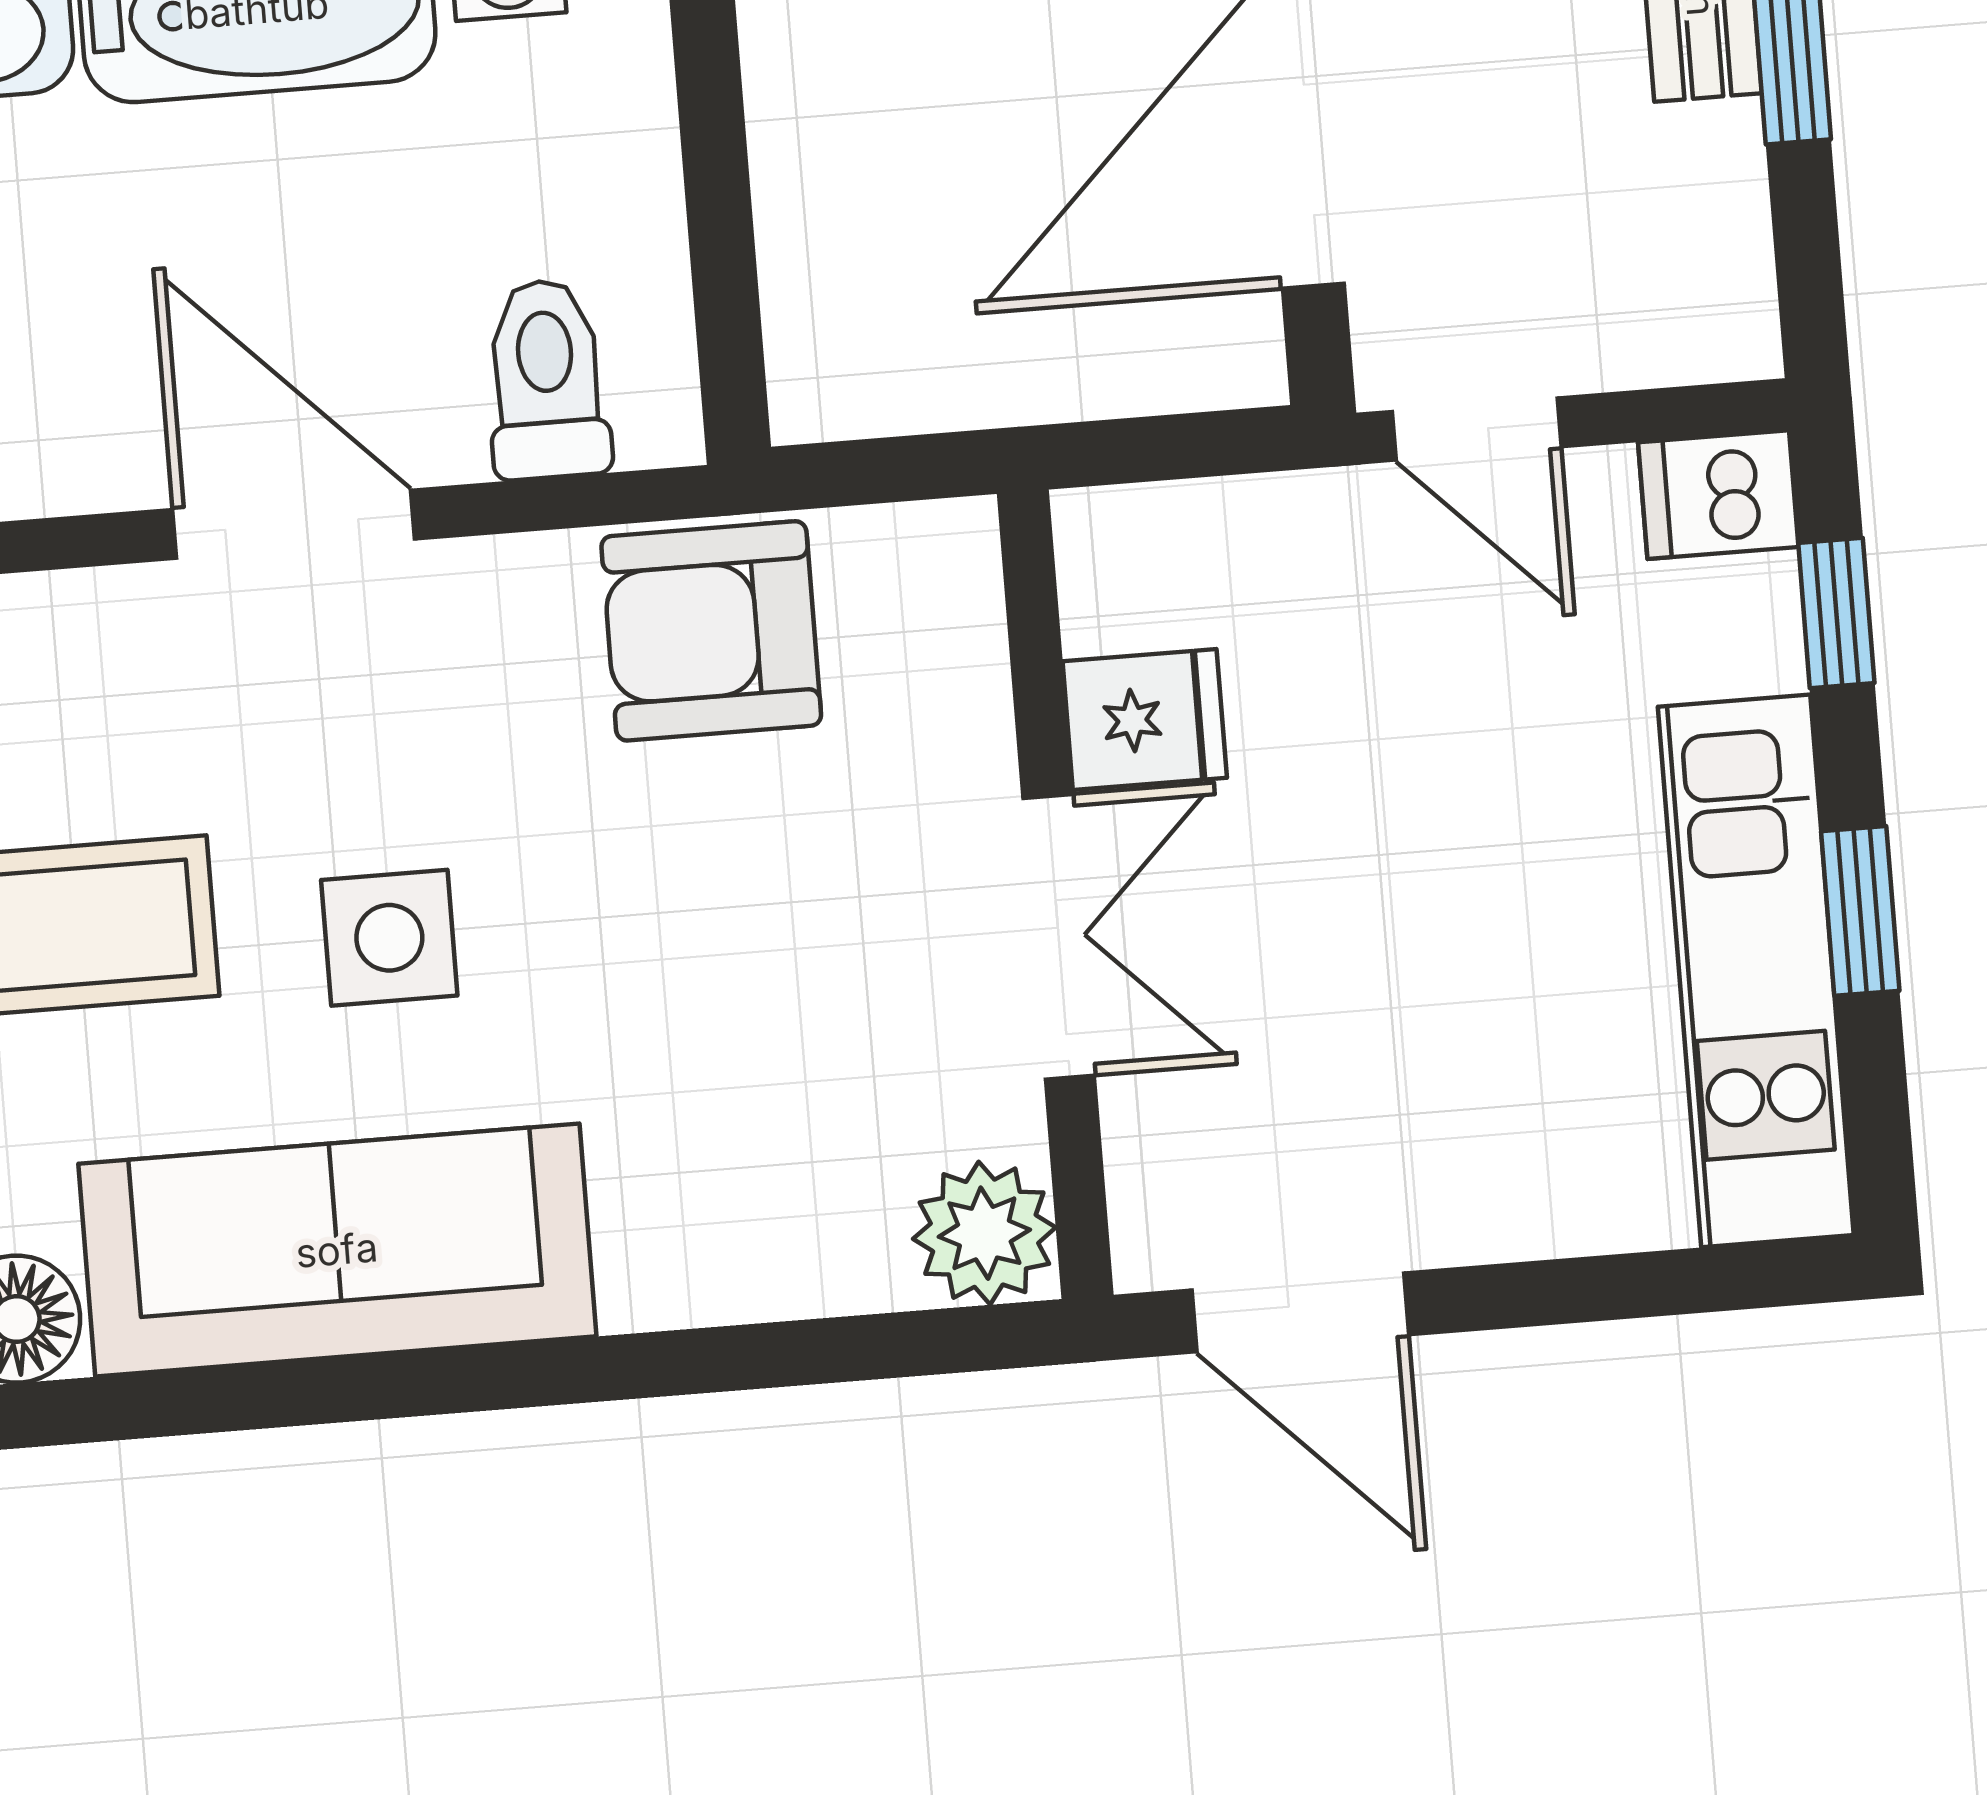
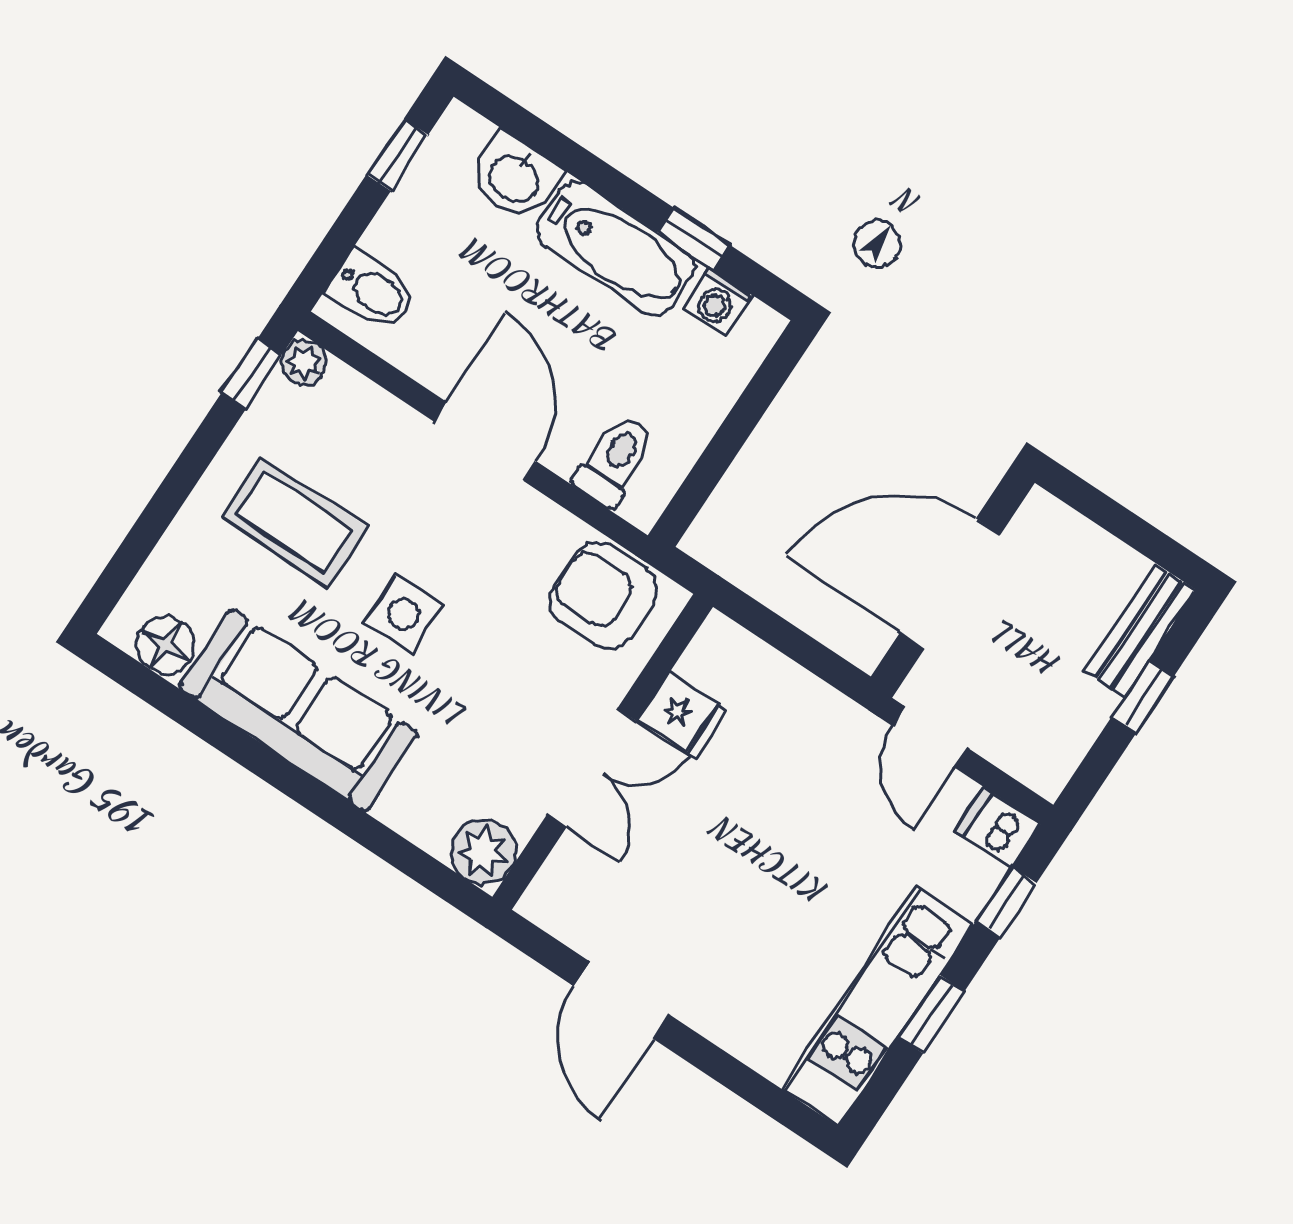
fridge: (1145, 719) -> (683, 715), moved
wall: (1055, 894) -> (603, 752), moved
double door: (1059, 937) -> (592, 768), moved
plant: (984, 1233) -> (483, 852), moved

